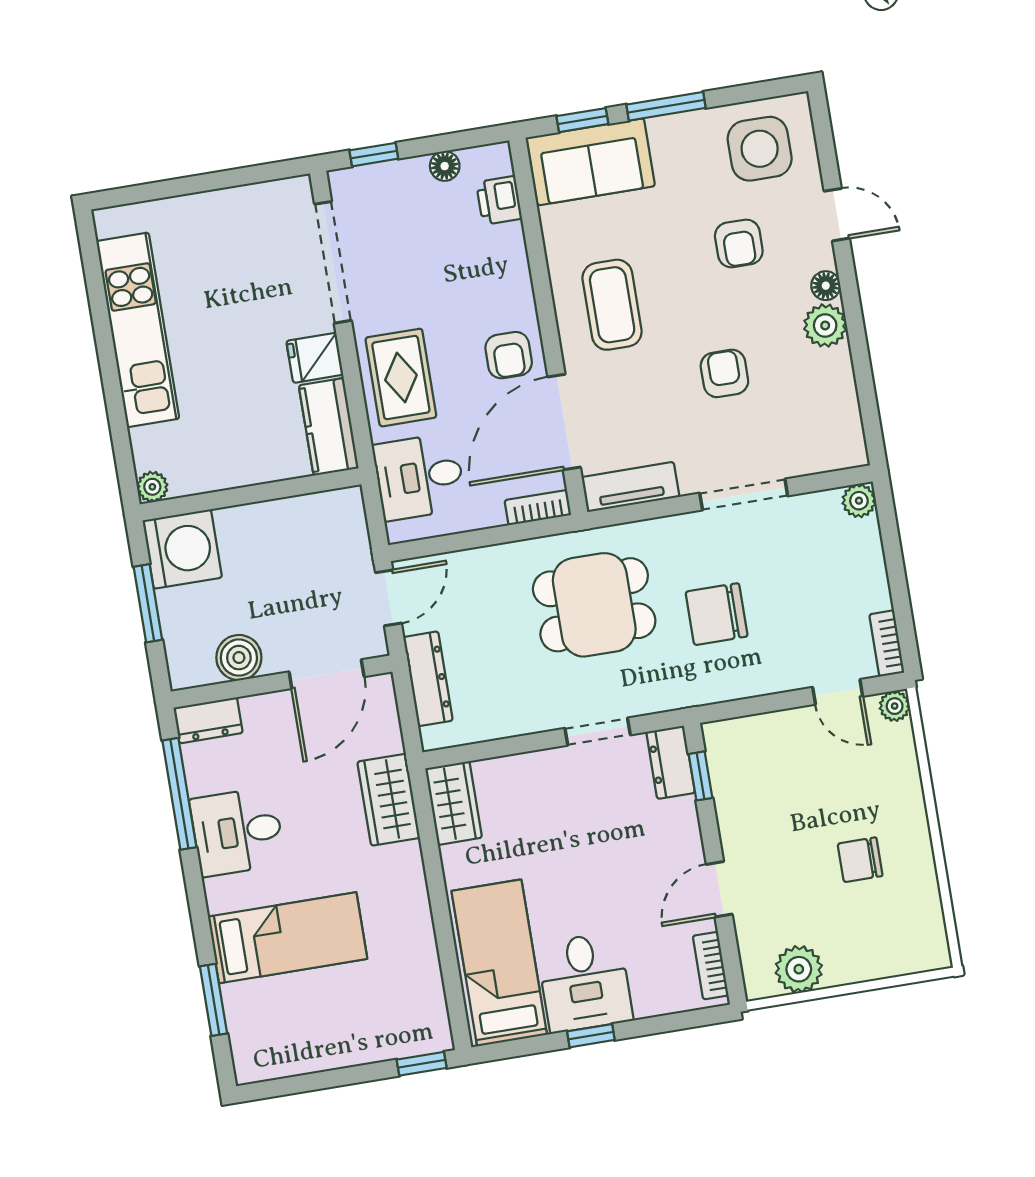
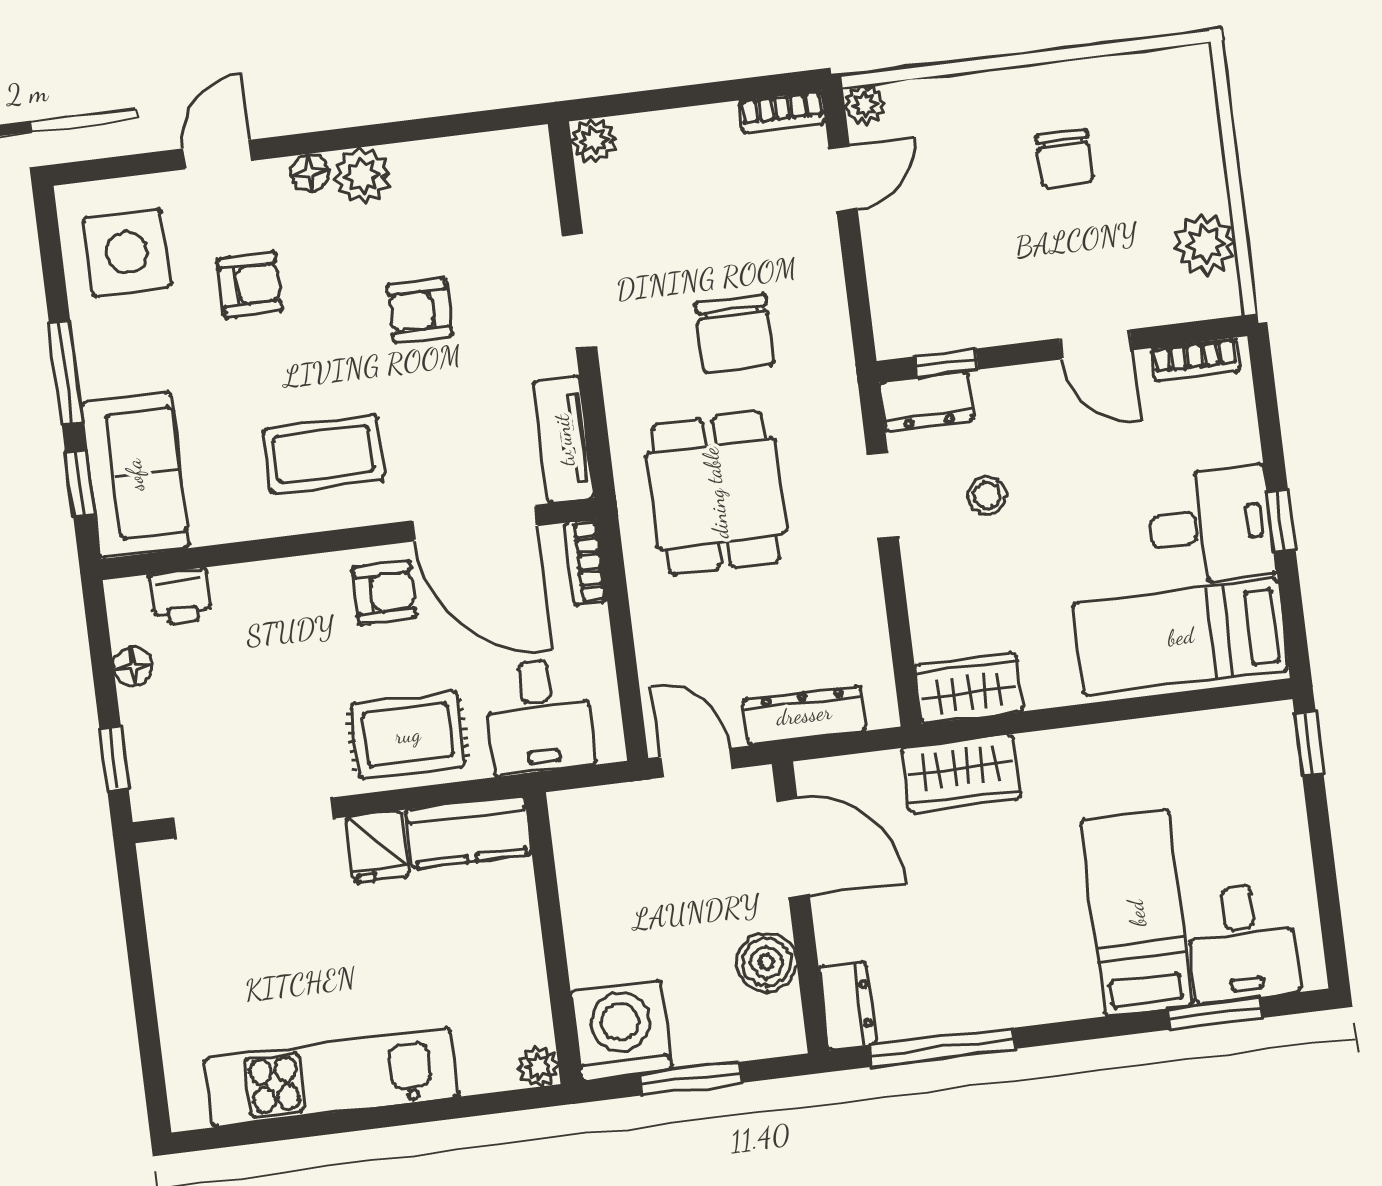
stool: (601, 811) -> (987, 495), added
desk: (237, 832) -> (1242, 943), moved

